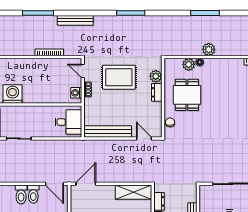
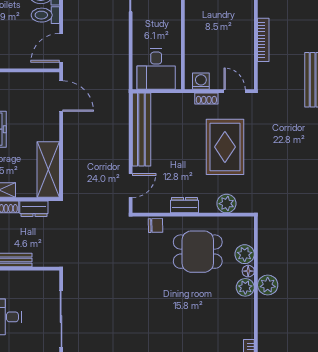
plant: (210, 64) -> (245, 287), added
door: (83, 71) -> (235, 91), hinge flipped
dresser: (157, 92) -> (184, 205), moved

